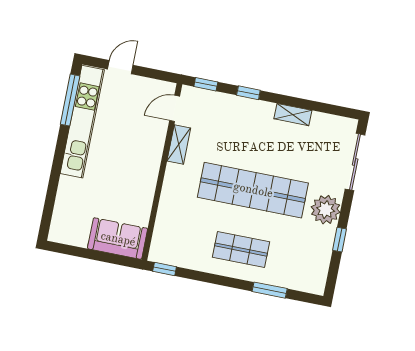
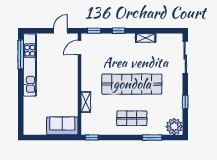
door: (120, 67) -> (61, 31), moved
shelving: (179, 144) -> (86, 102), moved
plant: (326, 210) -> (174, 127), moved

